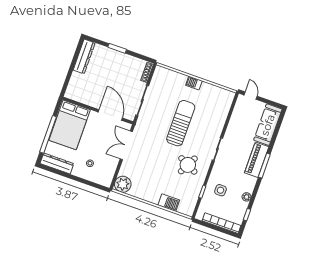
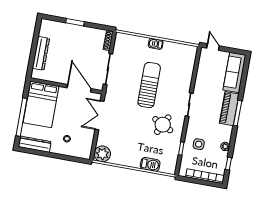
dresser: (84, 56) -> (41, 53), moved

